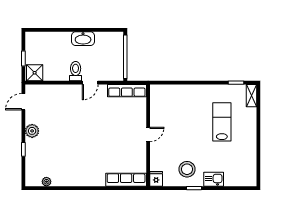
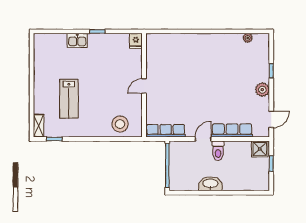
stool: (187, 169) -> (120, 124), moved
row of seats: (126, 180) -> (232, 130), moved, turned 180

